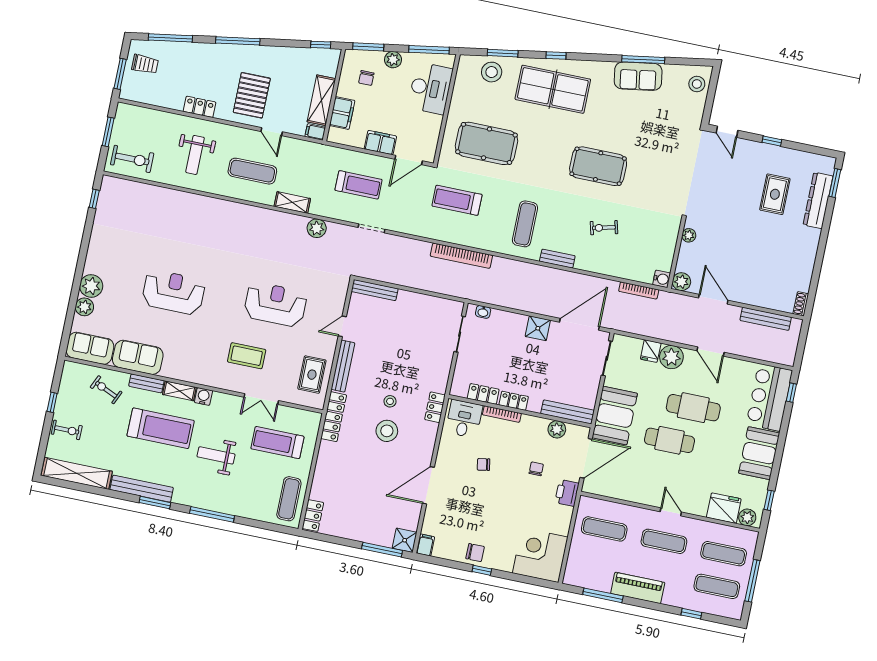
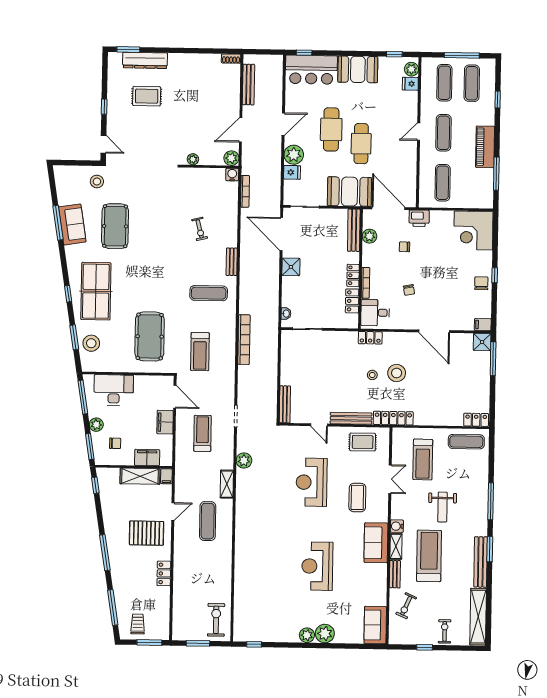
stool: (697, 84) -> (97, 181), moved
door: (727, 132) -> (103, 144), hinge flipped
weight bench: (195, 155) -> (203, 570), removed
pool table: (598, 166) -> (115, 226), moved
plant: (84, 307) -> (307, 635), moved
sofa: (138, 357) -> (376, 543), moved
fridge: (724, 508) -> (410, 84), width x0.53, depth x0.75

